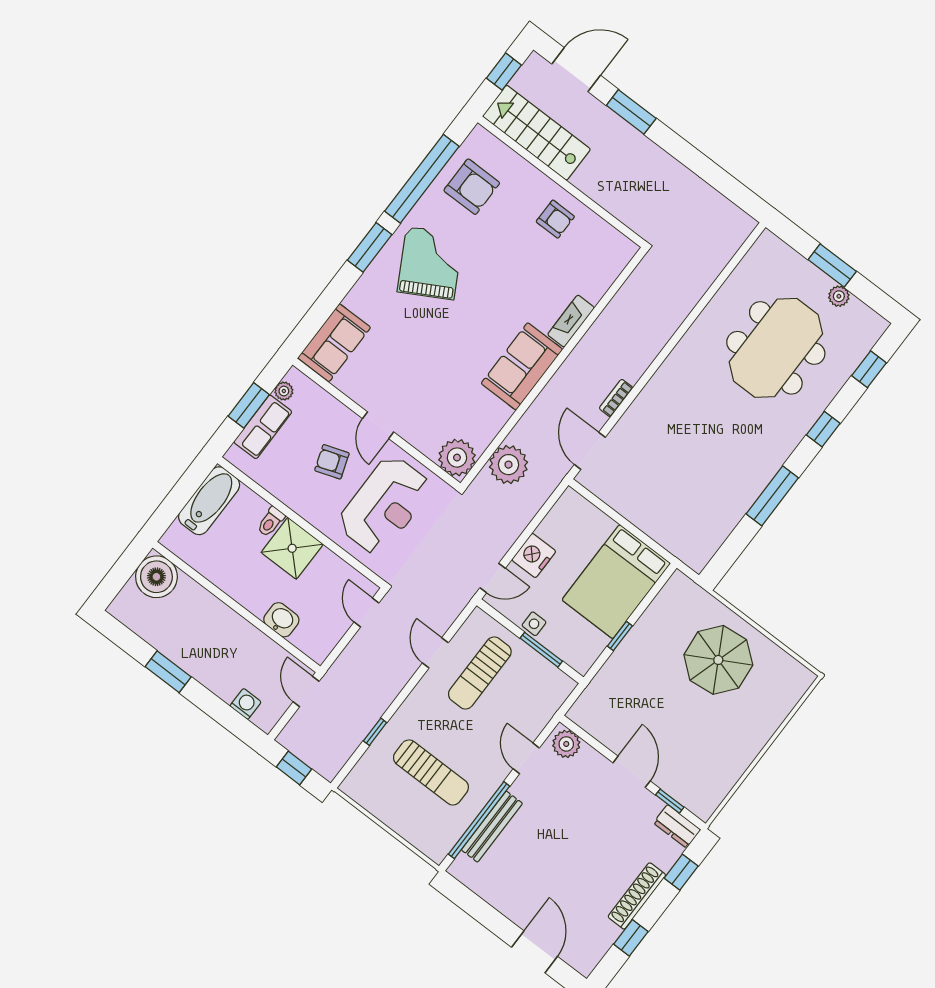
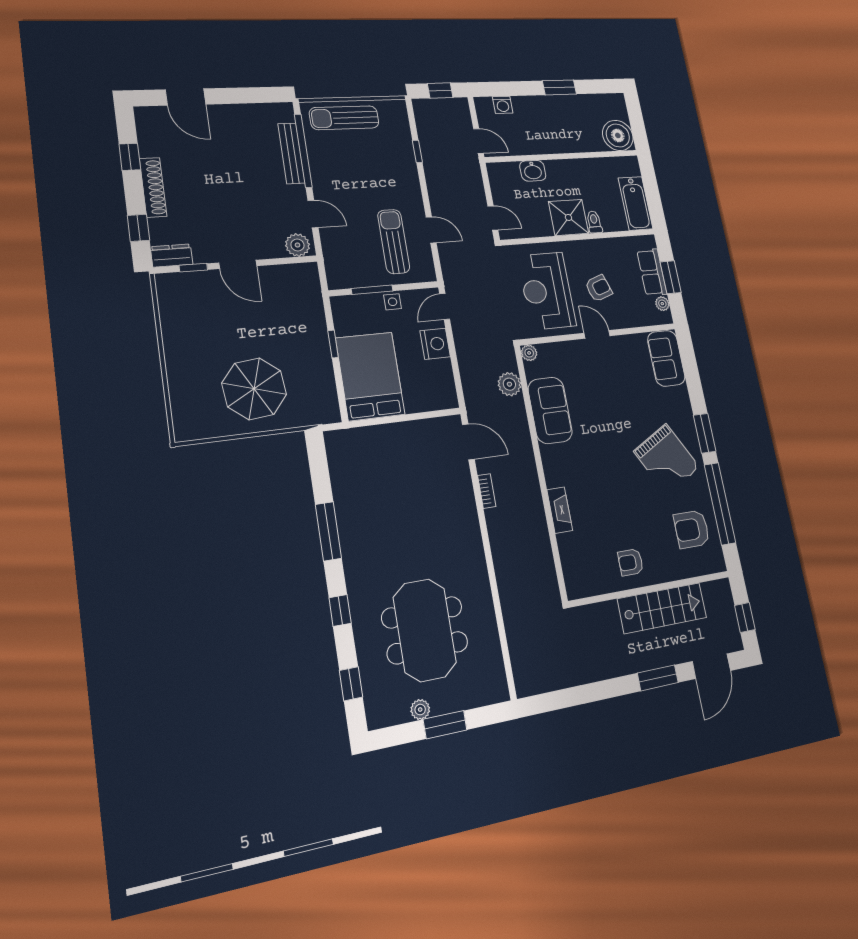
stairs: (537, 133) -> (662, 608), moved
sofa: (522, 366) -> (550, 410), moved
plant: (457, 458) -> (529, 353), width x0.53, depth x0.53
plant: (508, 465) -> (509, 384), width x0.73, depth x0.73
sun lounger: (431, 772) -> (344, 118), moved

